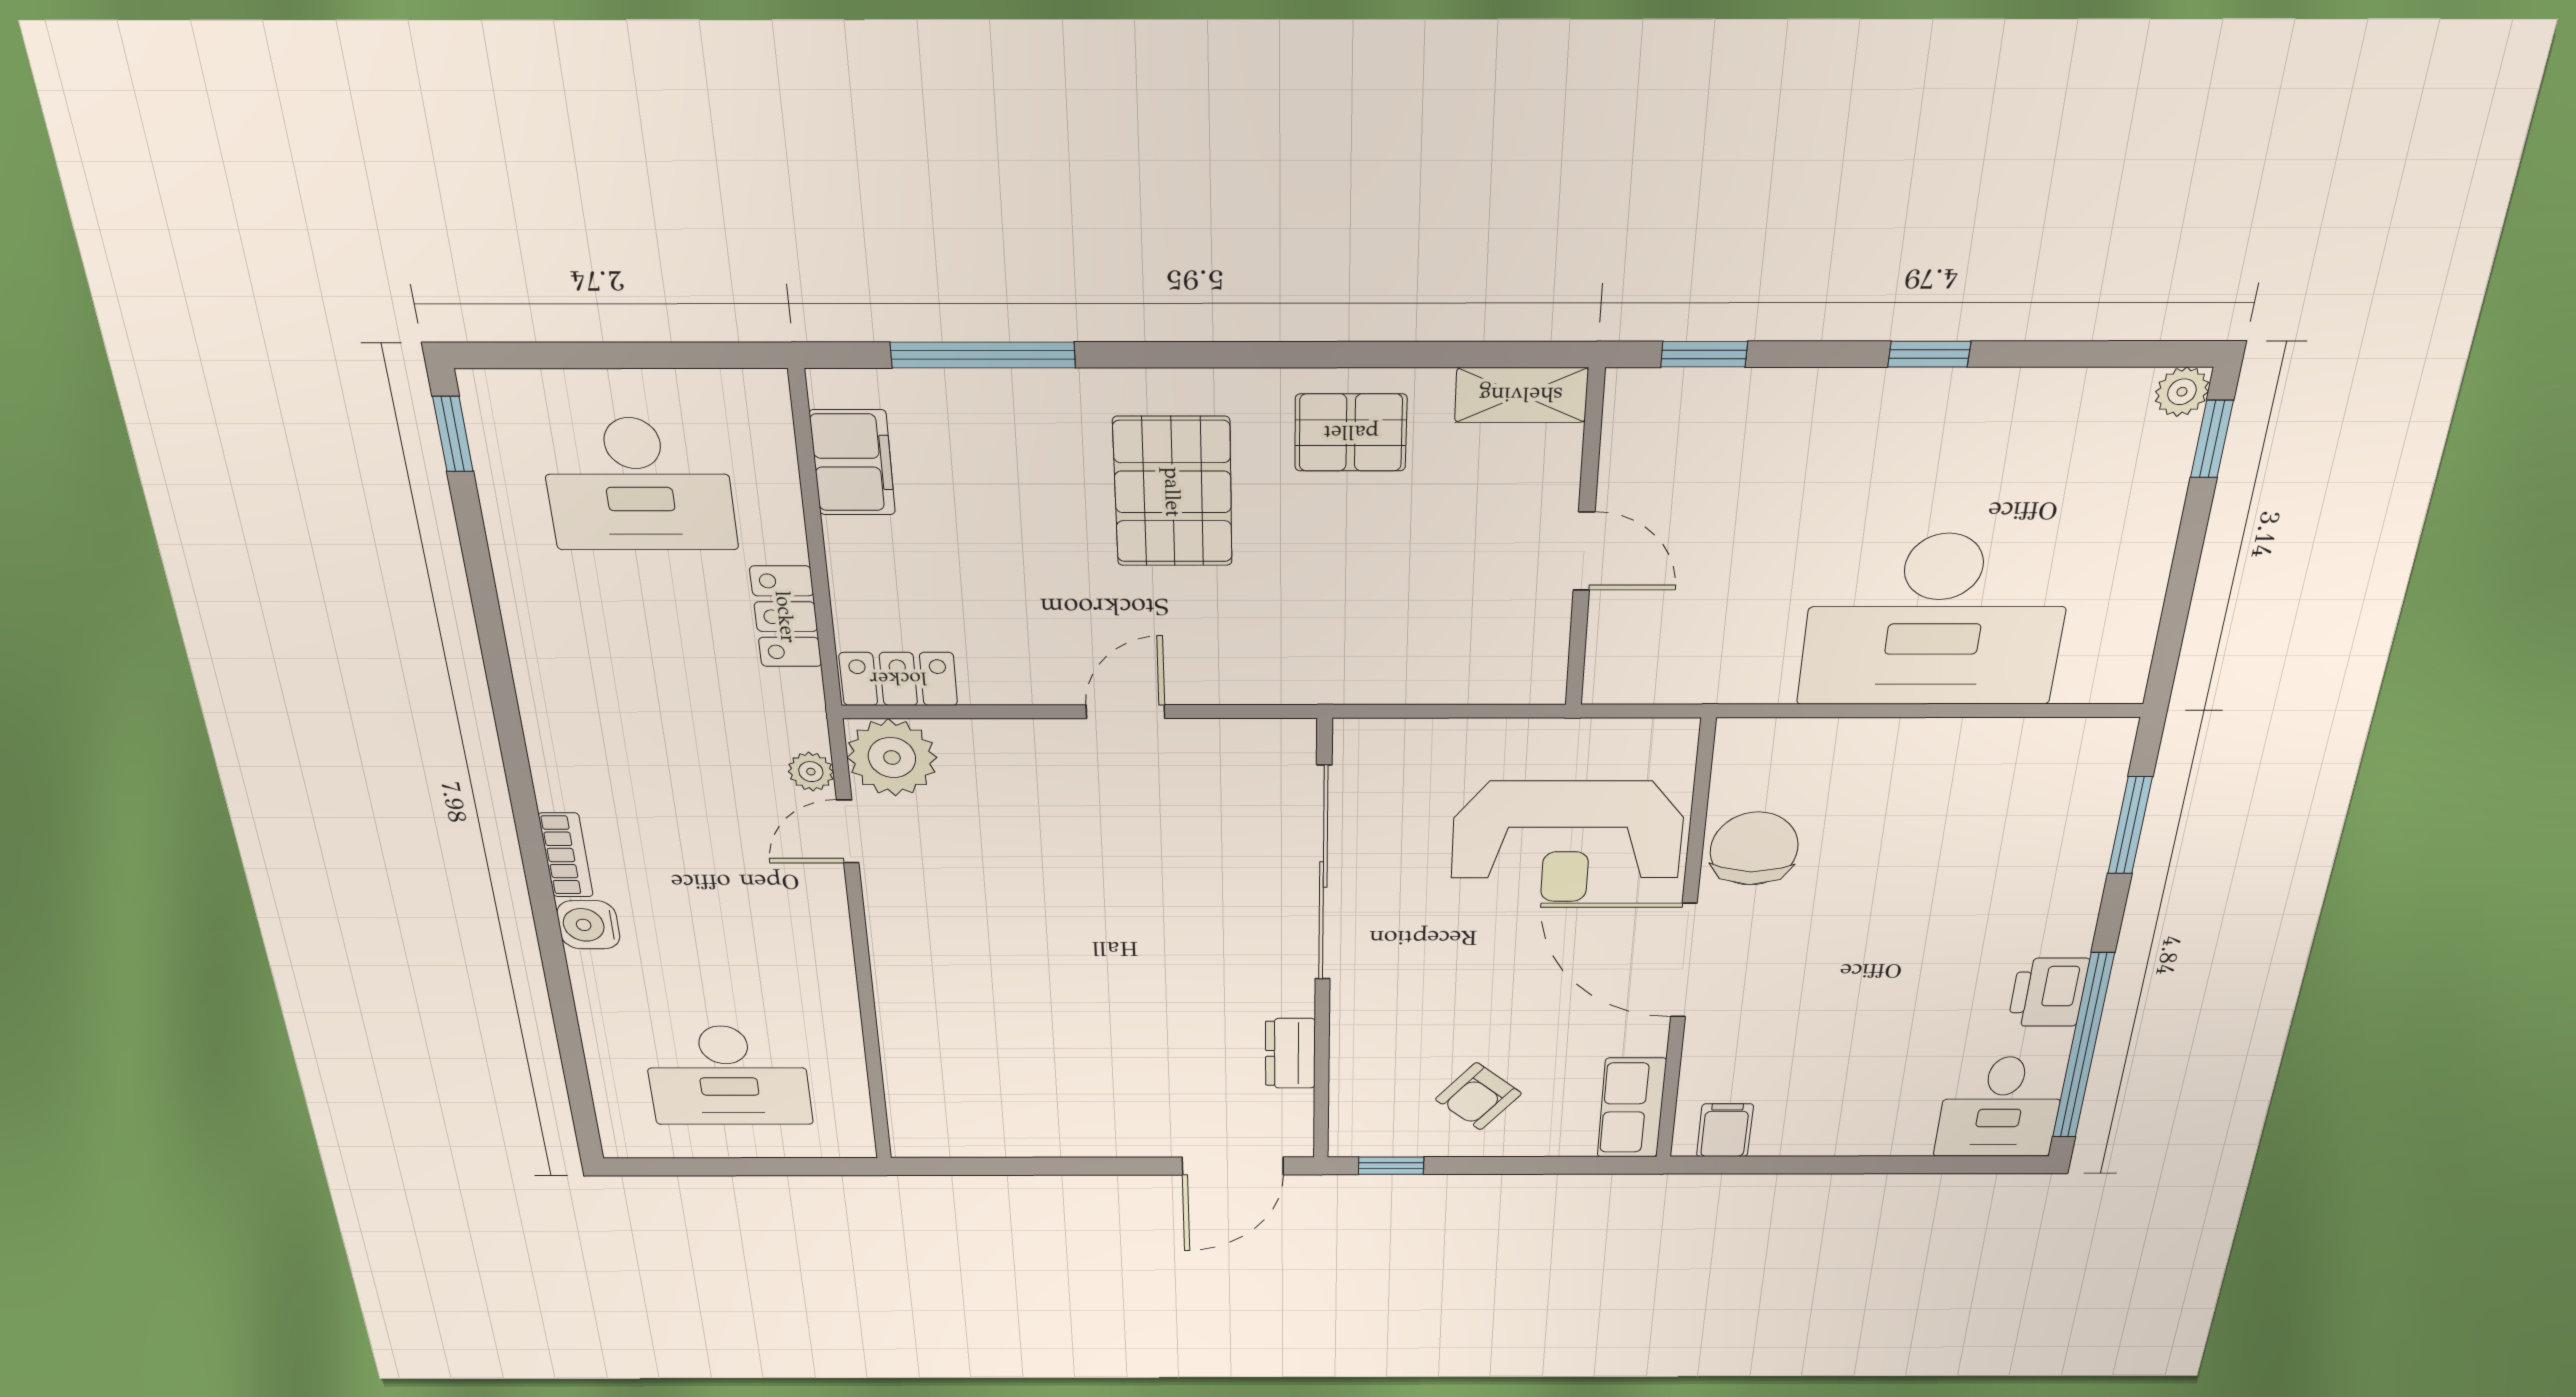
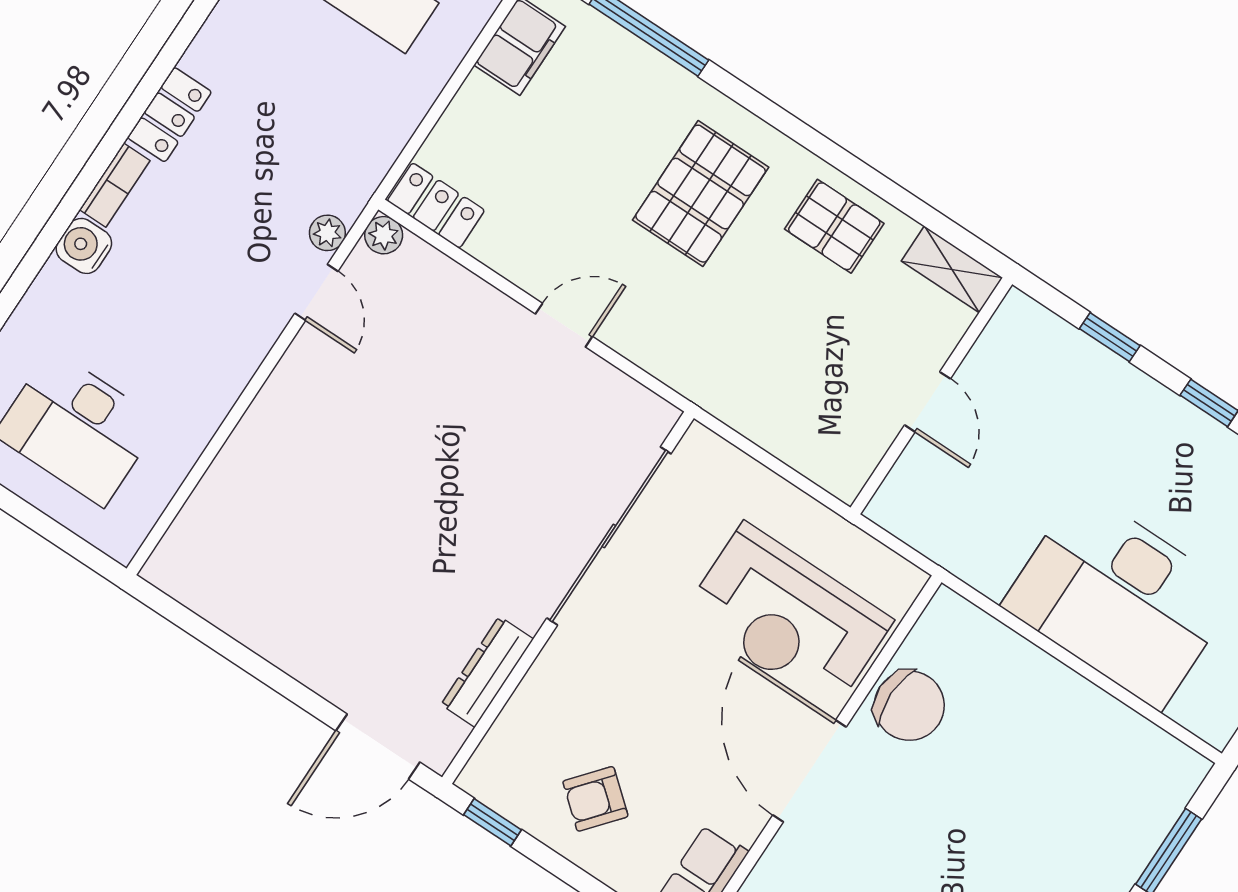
window: (1704, 354) -> (1110, 337), moved
locker: (786, 617) -> (169, 115), moved, turned 180
plant: (892, 758) -> (384, 235), width x0.53, depth x0.53
door: (848, 832) -> (316, 292), swing flipped
chair: (1754, 849) -> (909, 706), turned 89
dresser: (1290, 1053) -> (487, 672), width x1.44

